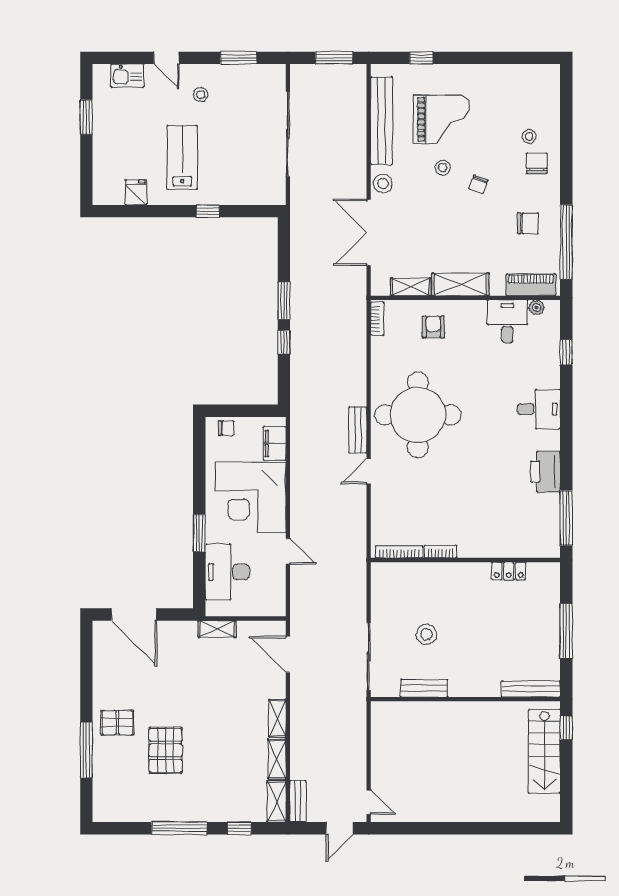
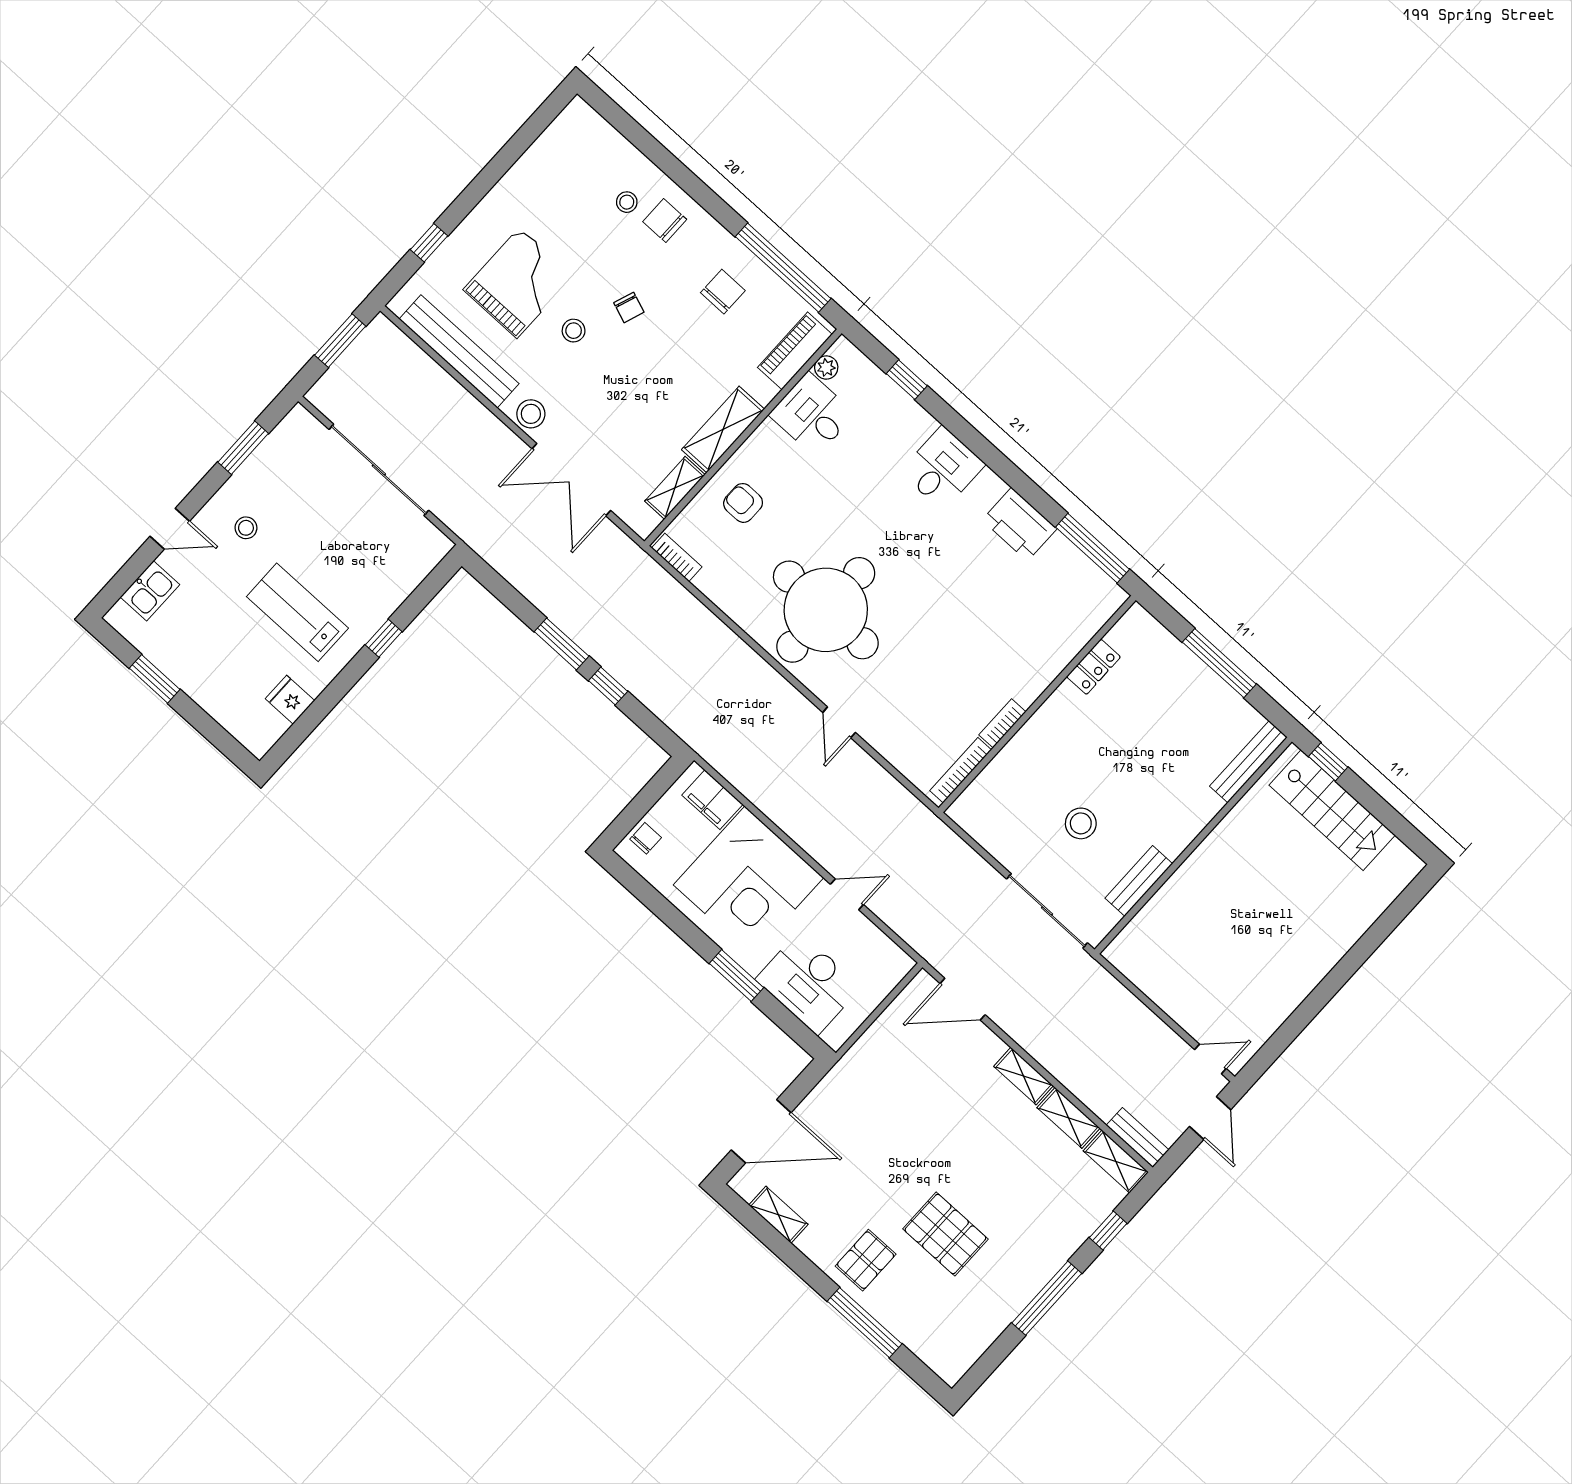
bench: (358, 430) -> (782, 693), removed
shelving: (217, 629) -> (778, 1215), moved, turned 90

